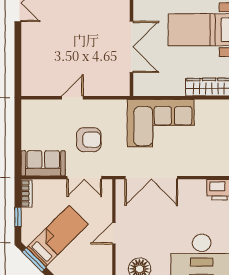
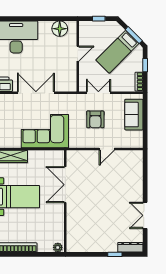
armchair: (89, 140) -> (95, 119), turned -90
sofa: (43, 163) -> (134, 115), moved, turned 90
double door: (151, 178) -> (36, 93), moved

